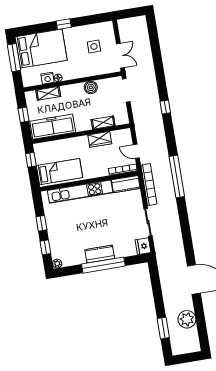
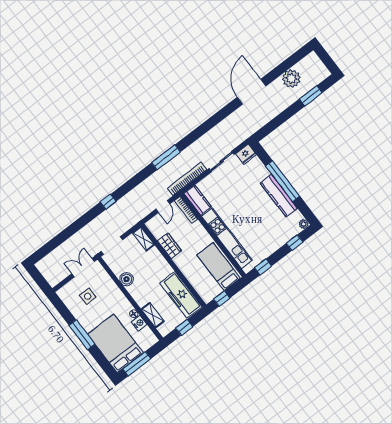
window: (64, 24) -> (82, 335), width x2.17
shelving: (103, 123) -> (143, 239), moved
window: (177, 177) -> (166, 157), width x0.68
window: (41, 223) -> (263, 267), moved
kitchen counter: (100, 254) -> (279, 196), width x1.50

